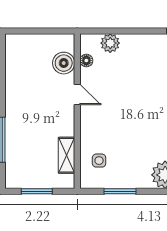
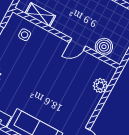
floor lamp: (86, 60) -> (97, 63), removed

